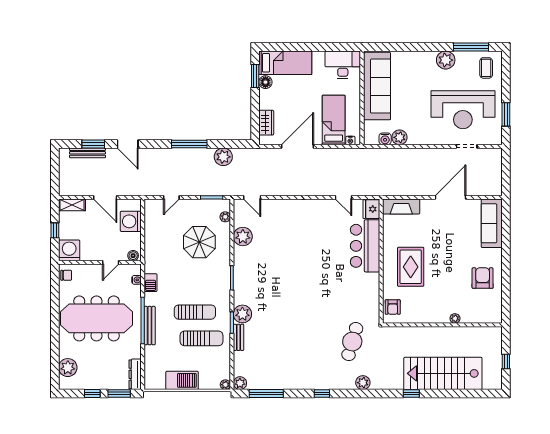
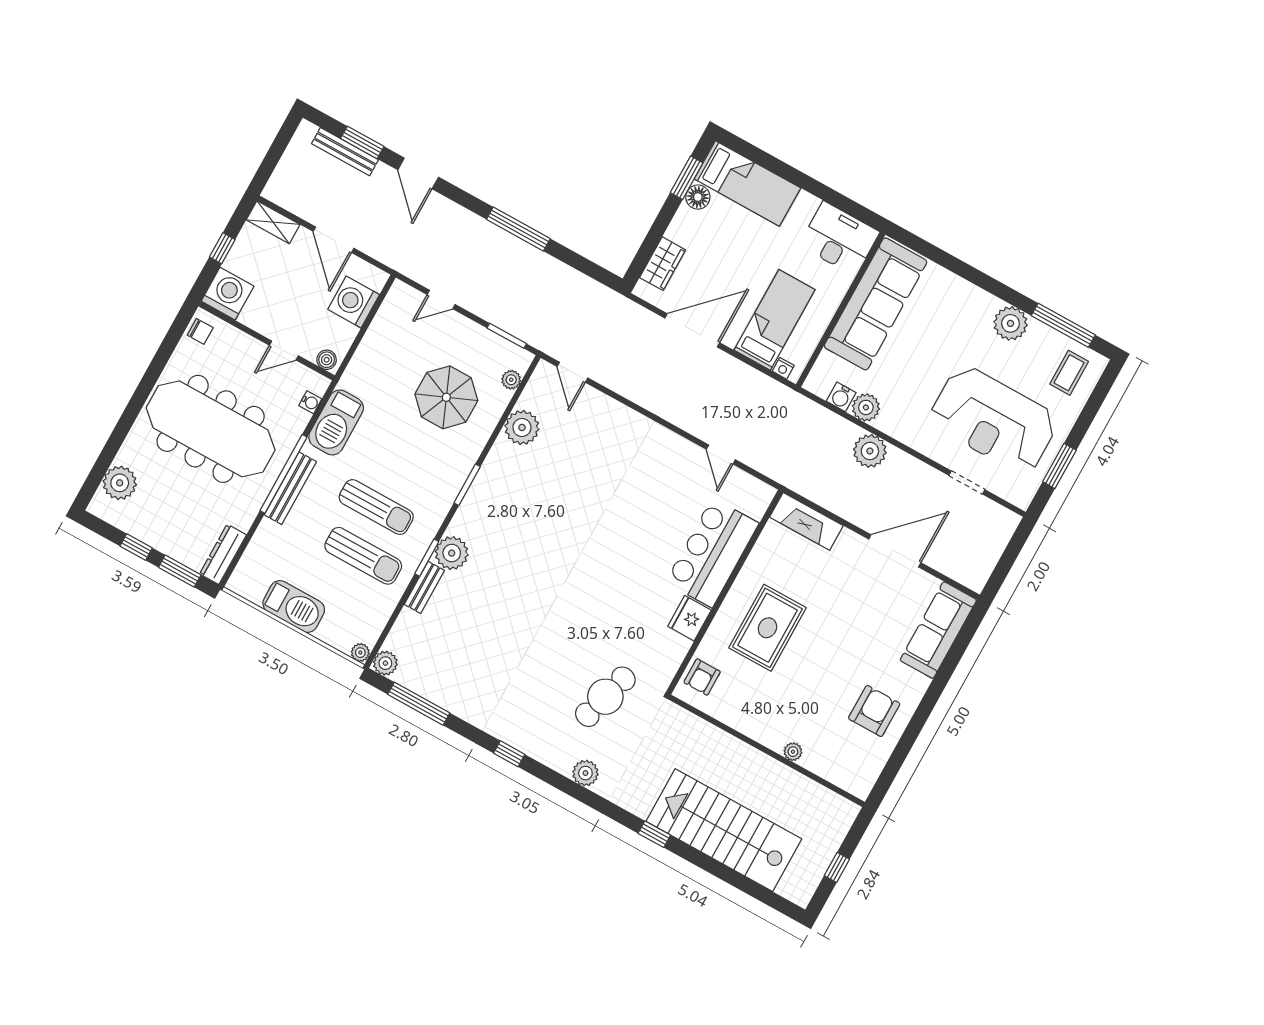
plant: (223, 157) -> (870, 451), moved
fridge: (371, 209) -> (689, 618), moved
barbecue: (151, 283) -> (336, 422), width x1.88, depth x1.53

